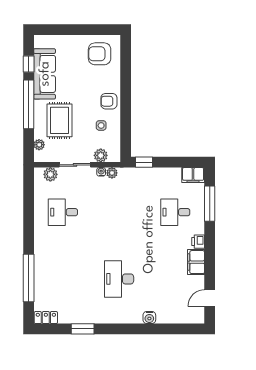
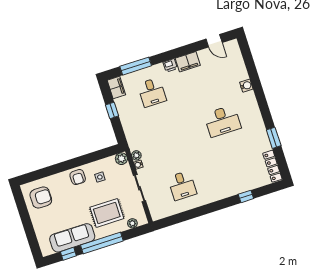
armchair: (100, 54) -> (41, 198), turned -90
plant: (101, 155) -> (121, 159), moved
window: (144, 162) -> (112, 110), moved
plant: (50, 174) -> (154, 206), removed
window: (29, 278) -> (246, 196), width x0.32
locker: (46, 318) -> (272, 166), width x1.53

